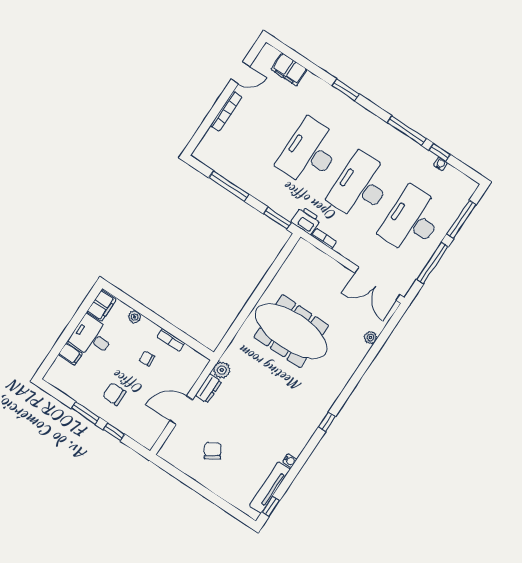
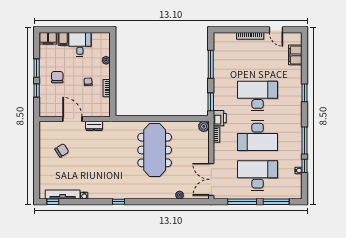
desk: (361, 187) -> (258, 136), turned 180
filing cabinet: (101, 305) -> (48, 38), moved
plant: (222, 370) -> (204, 126), moved

